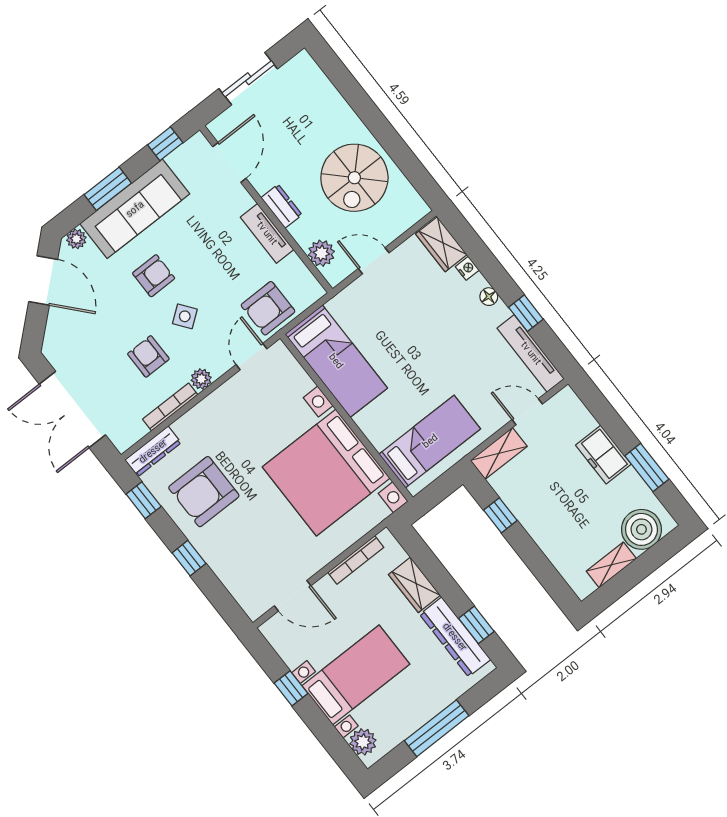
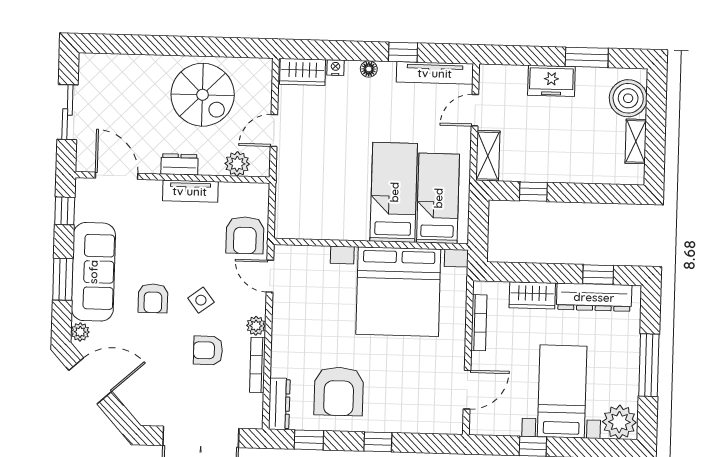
armchair: (154, 276) -> (153, 298), turned 180
bed: (336, 361) -> (394, 192), moved, turned -90
plant: (363, 742) -> (619, 422), width x1.36, depth x1.36

